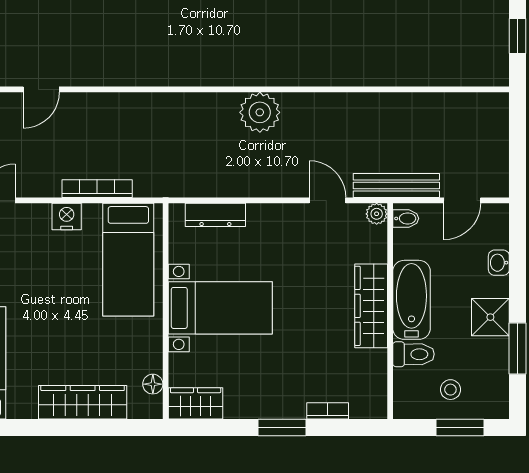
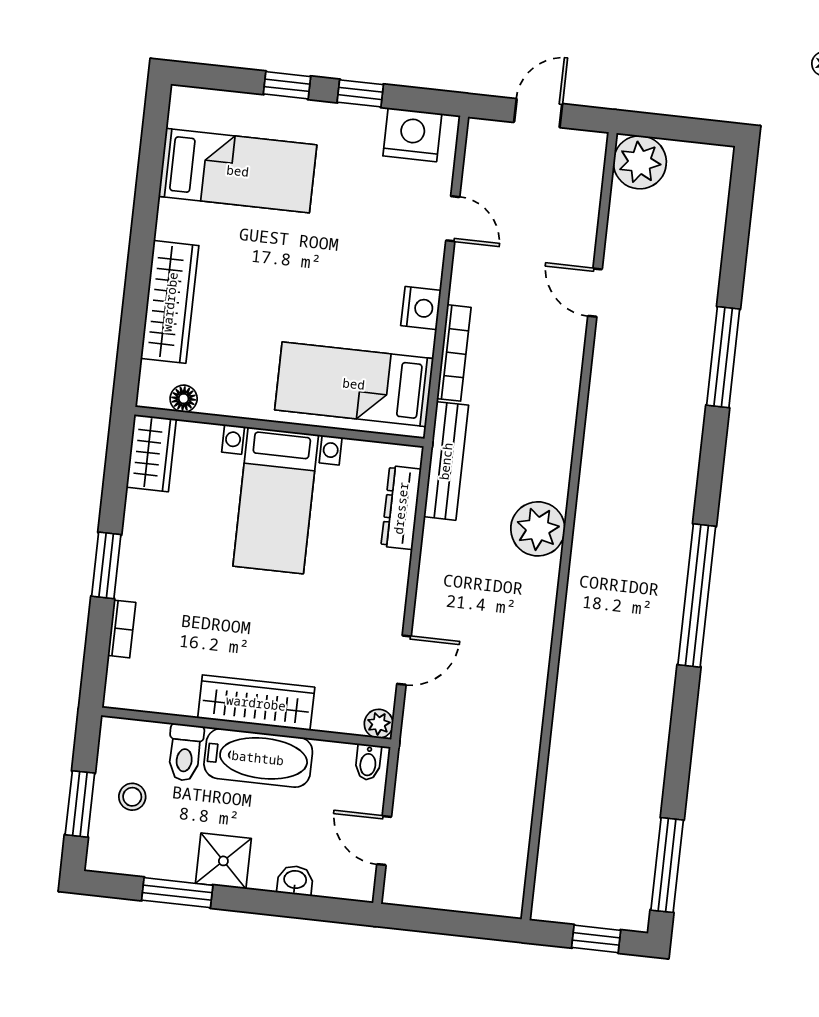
plant: (260, 112) -> (538, 529), moved
bench: (396, 186) -> (446, 461), moved

